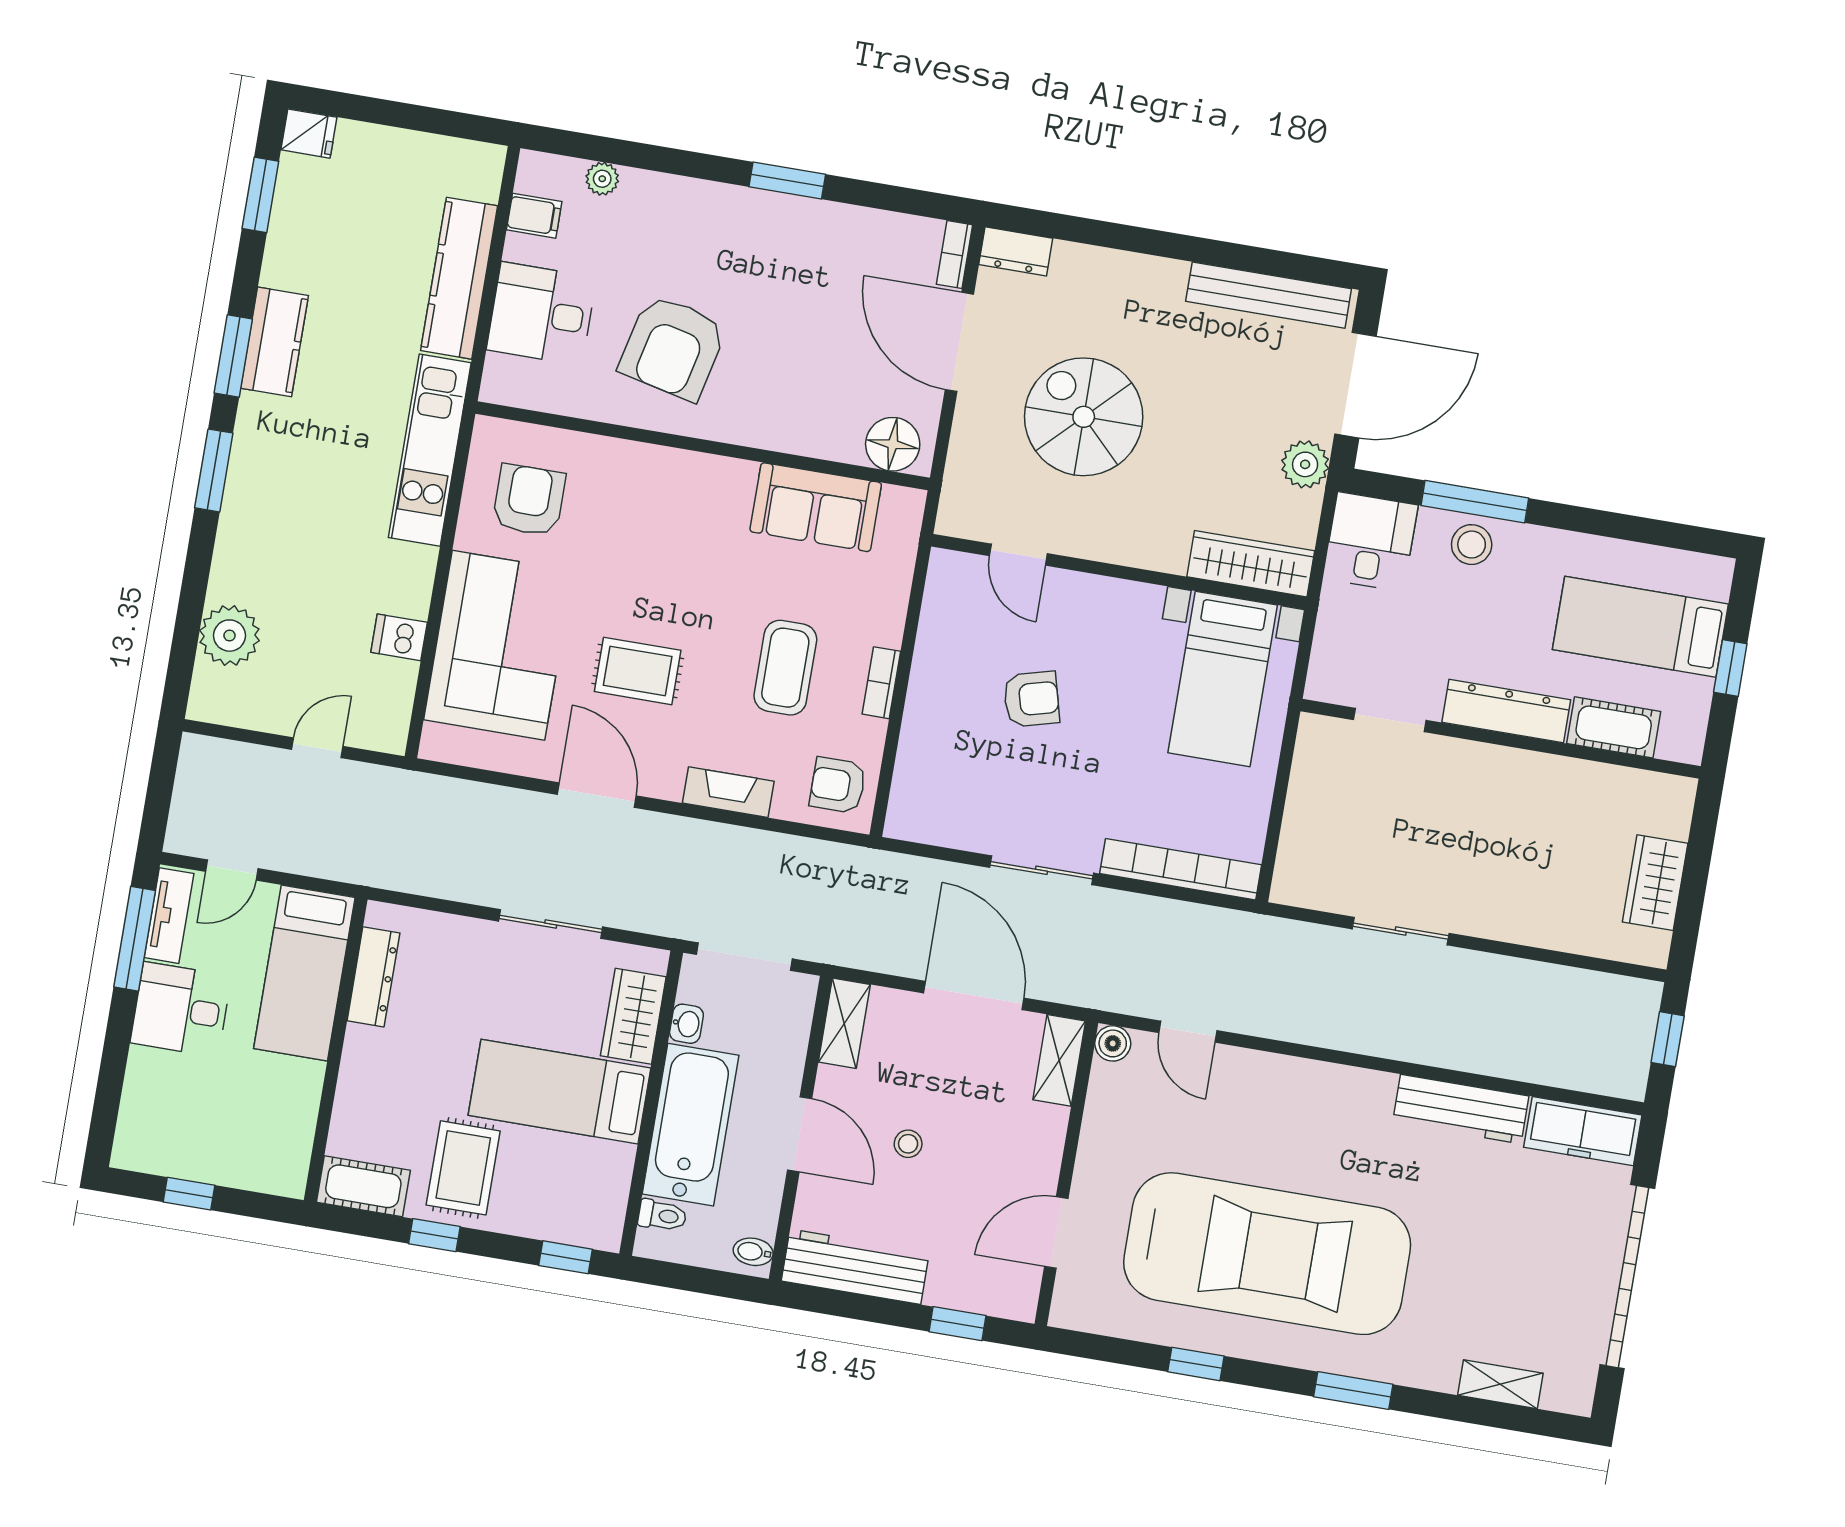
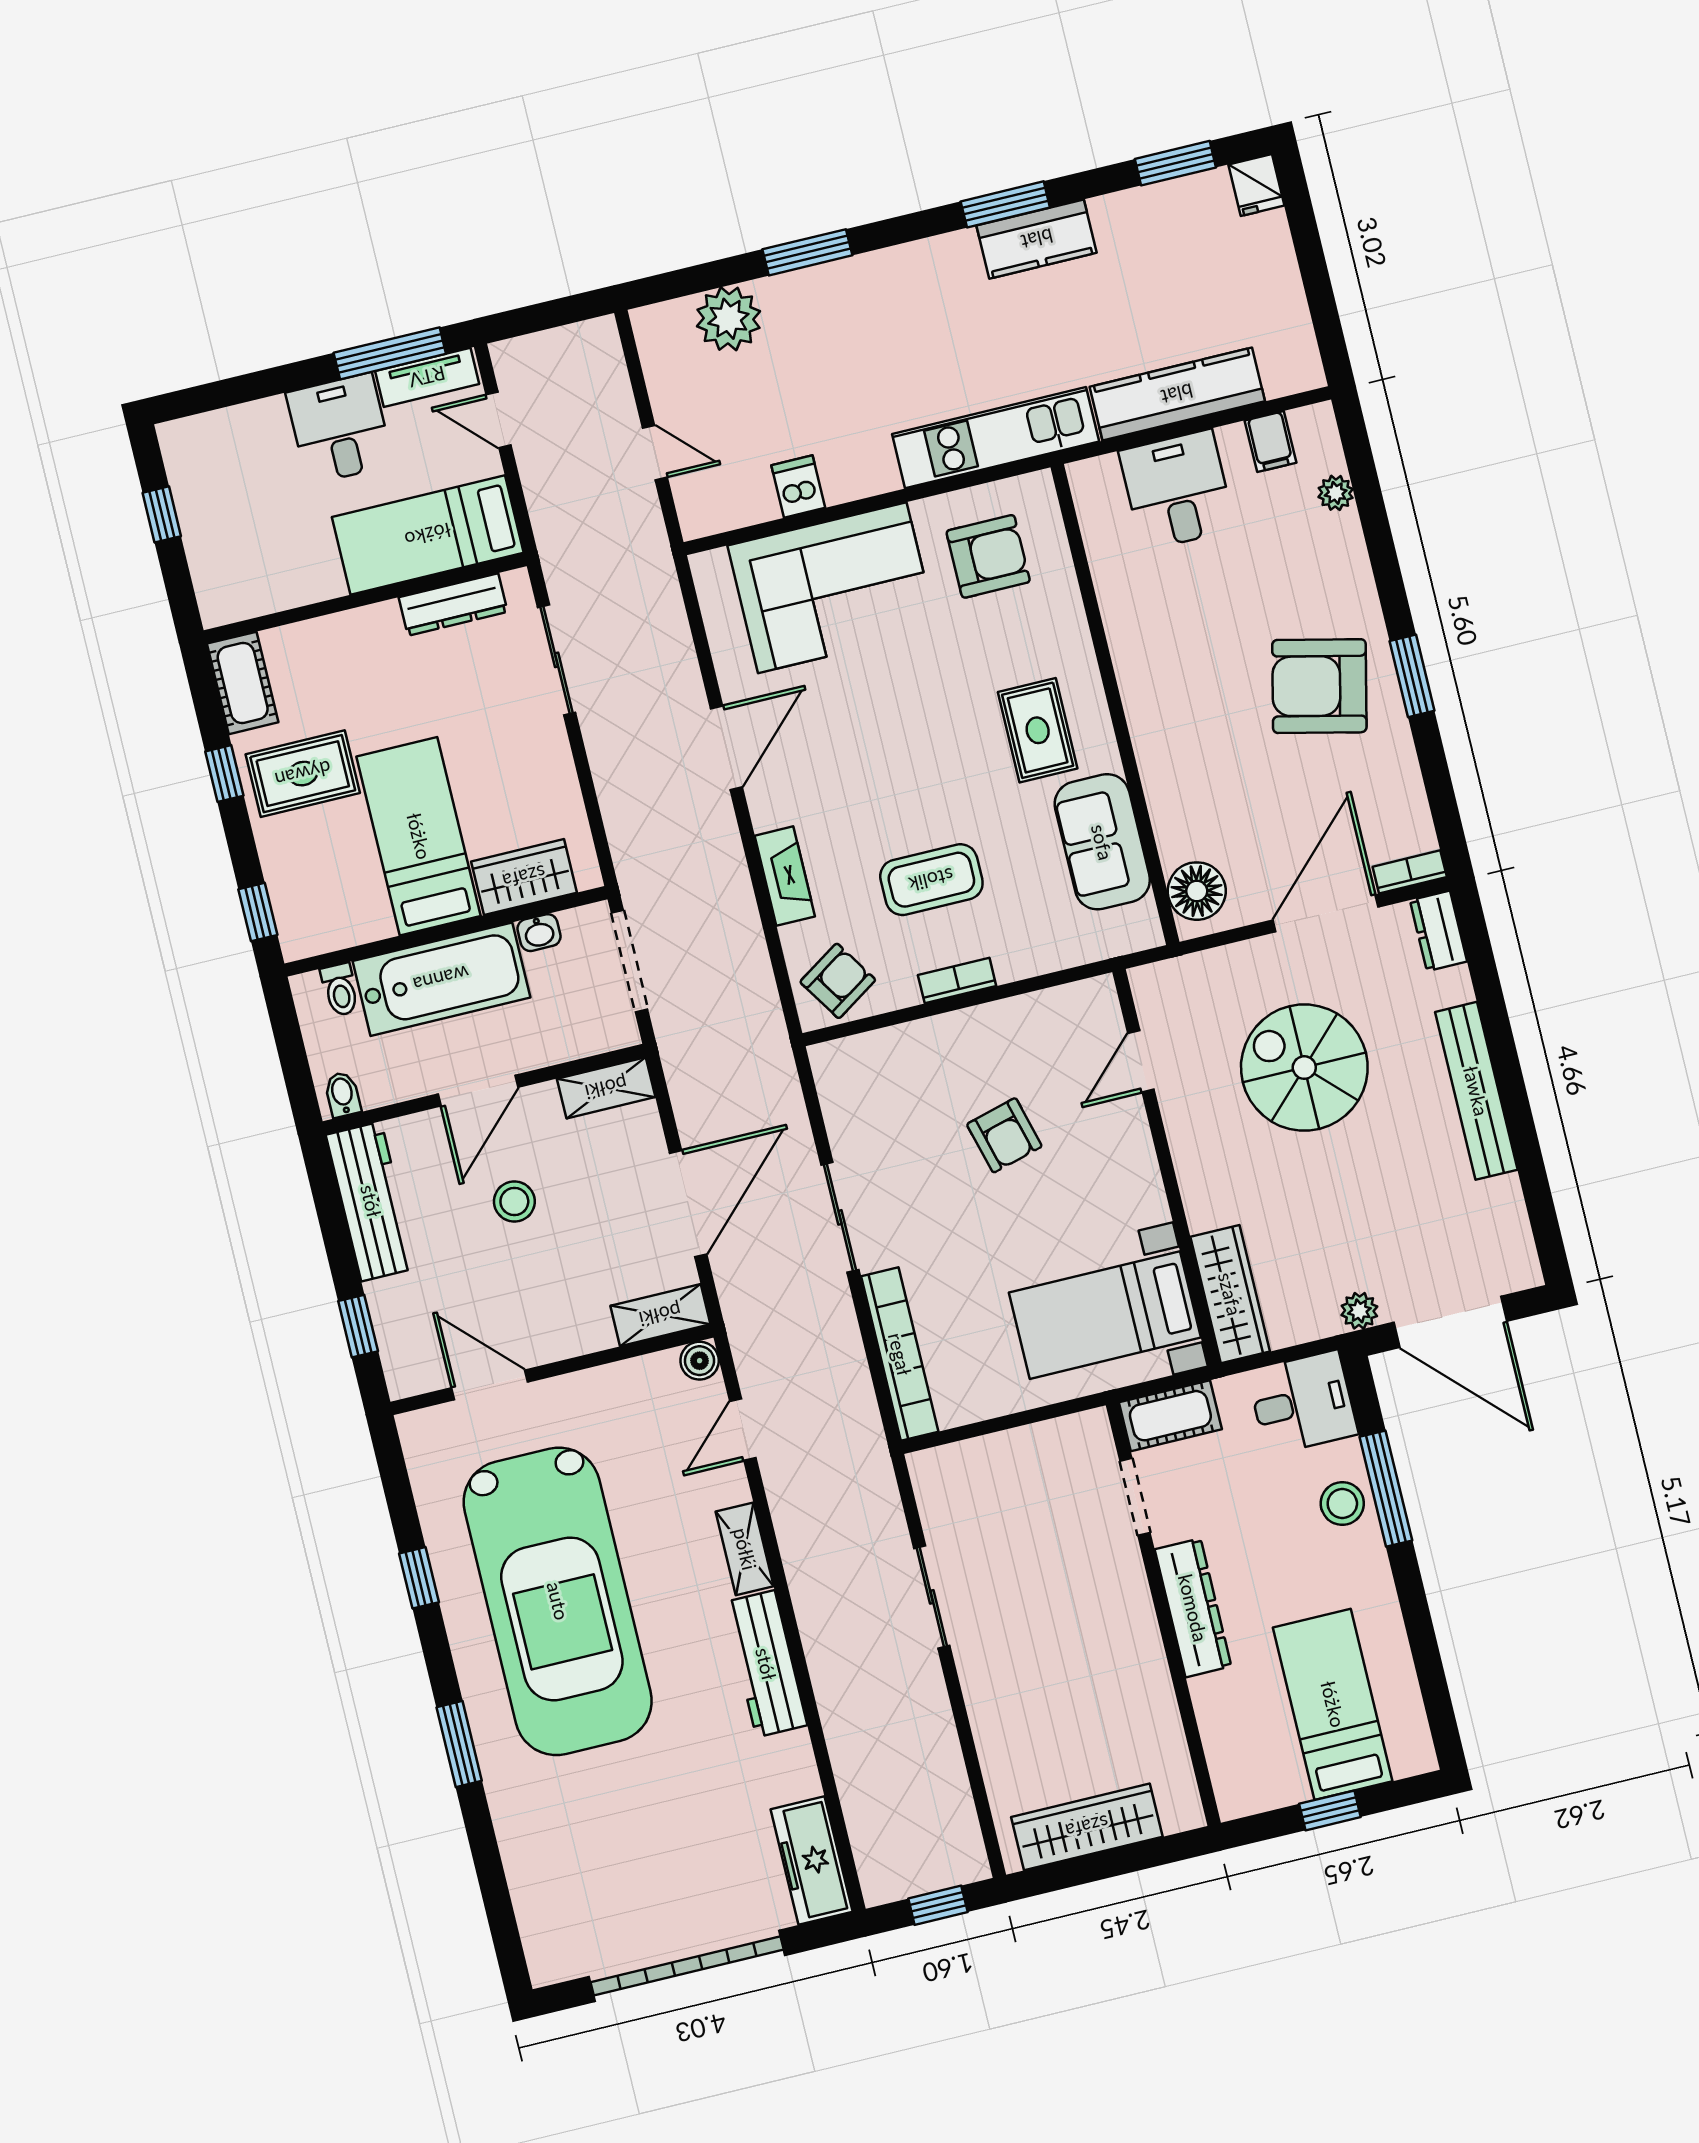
bench: (1269, 295) -> (1476, 1091), moved
armchair: (673, 348) -> (1319, 686), moved
spiral stairs: (1084, 417) -> (1304, 1068), turned -90
plant: (1305, 464) -> (1359, 1311), width x0.73, depth x0.73
window: (214, 470) -> (807, 252), moved
rug: (638, 671) -> (1038, 730), moved
cot: (1614, 727) -> (1170, 1416), moved, turned 90
armchair: (838, 785) -> (838, 981), turned 57
wardrobe: (1655, 883) -> (1087, 1827), width x1.50
sliding door: (551, 924) -> (557, 660), moved
workbench: (1461, 1109) -> (766, 1664), moved
stool: (908, 1144) -> (514, 1201), width x1.37, depth x1.37
shelving: (1500, 1384) -> (745, 1549), moved

